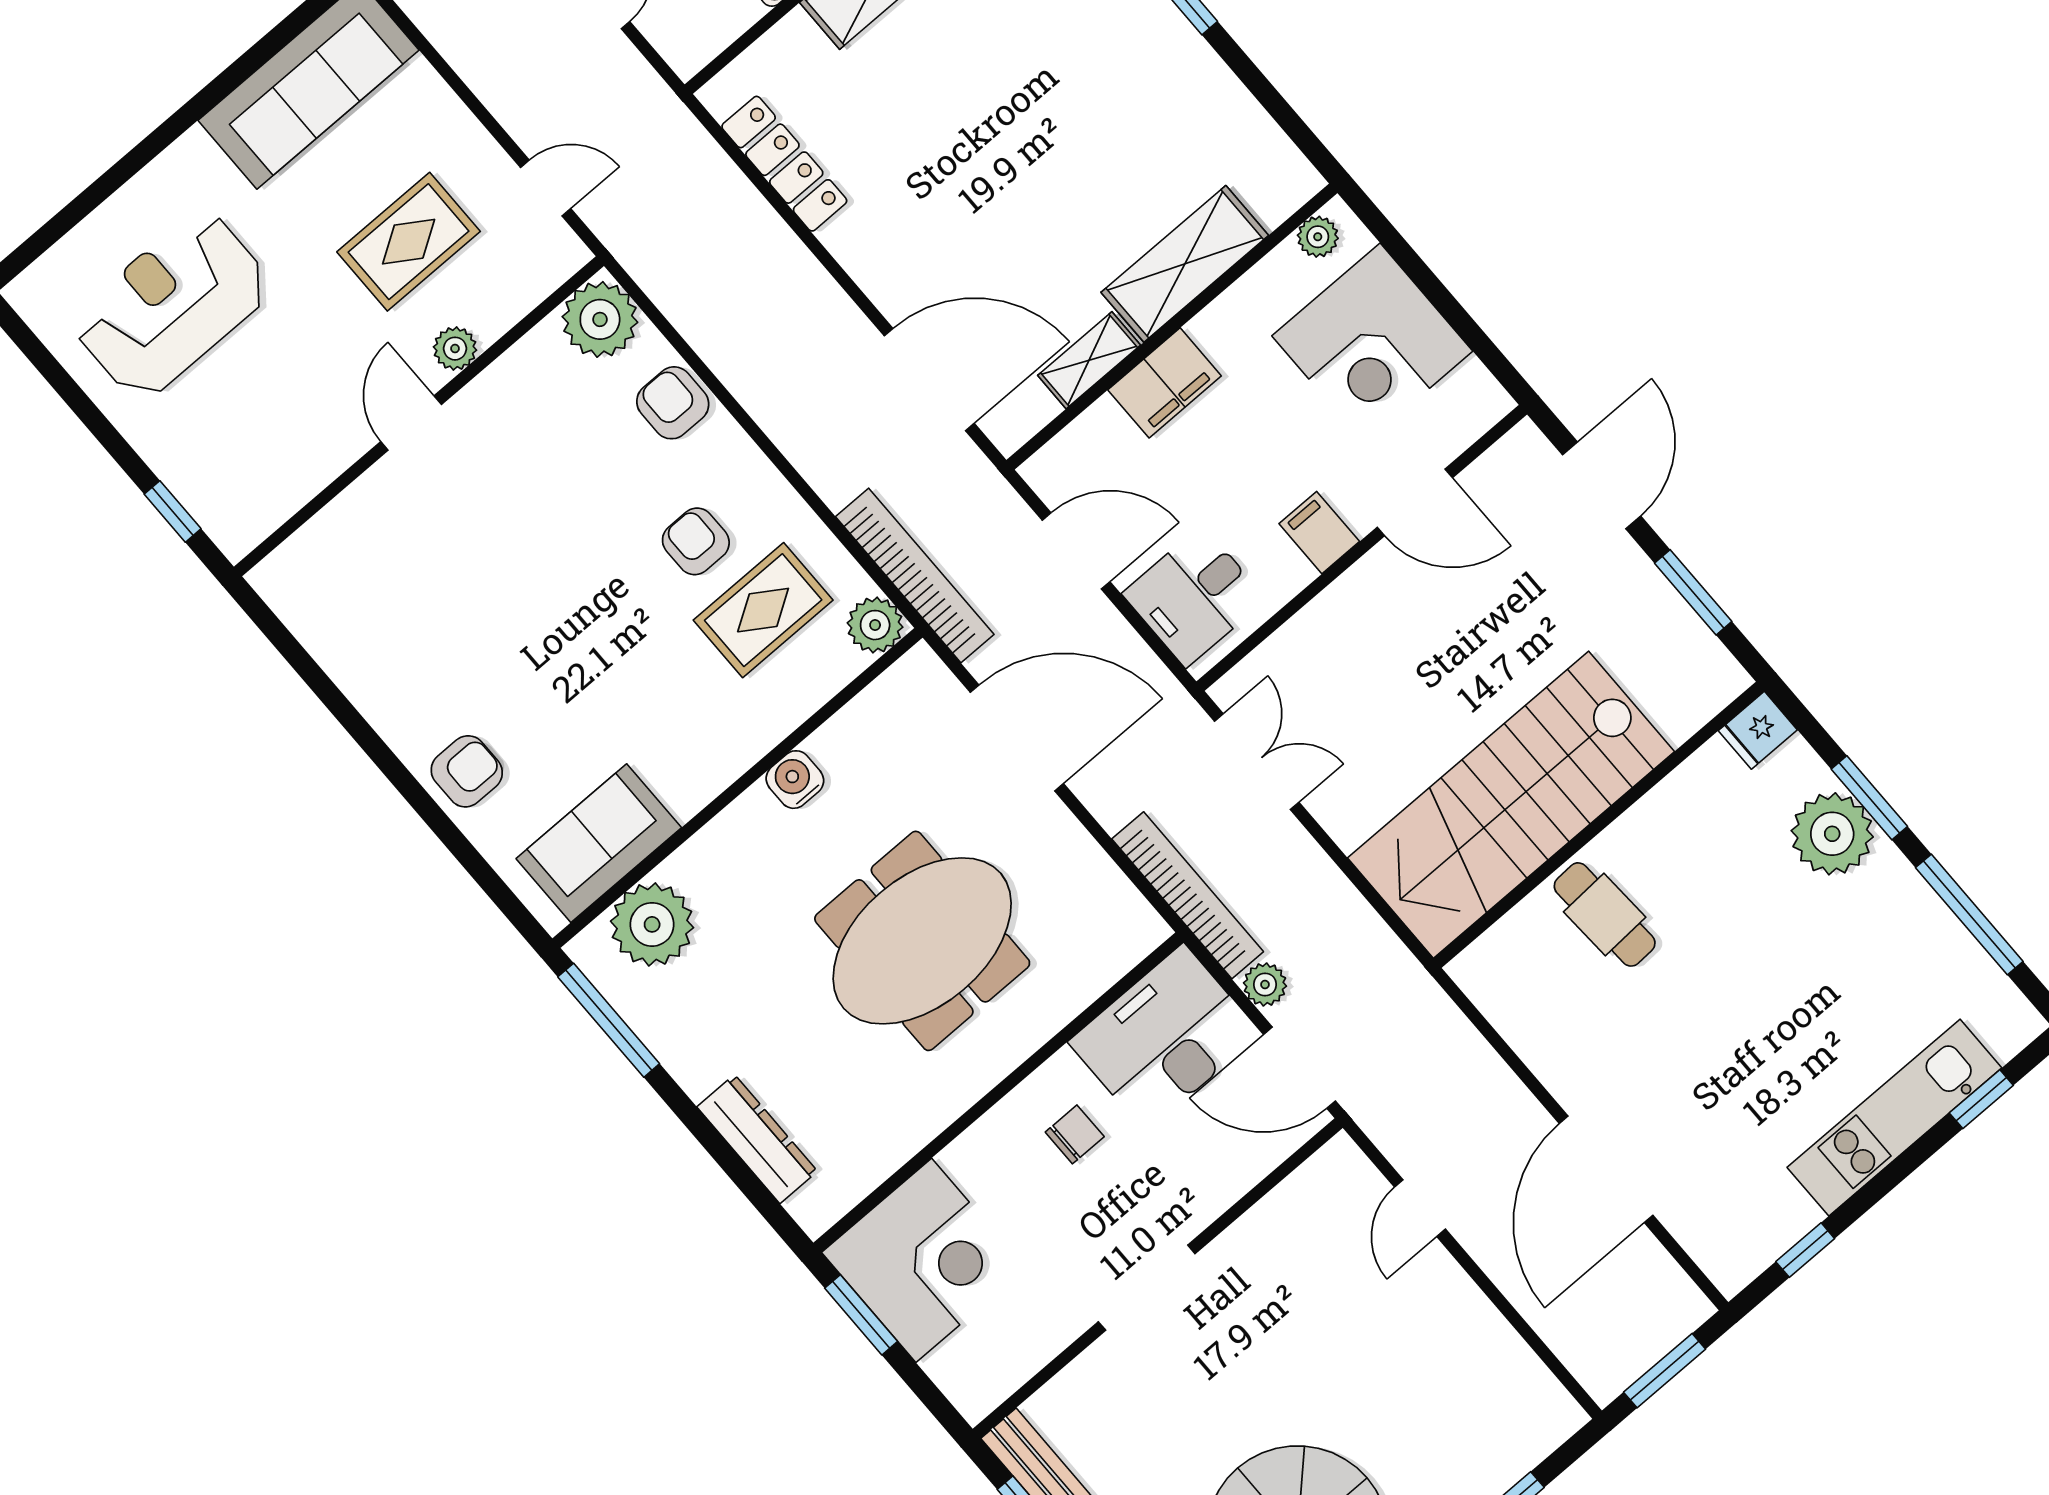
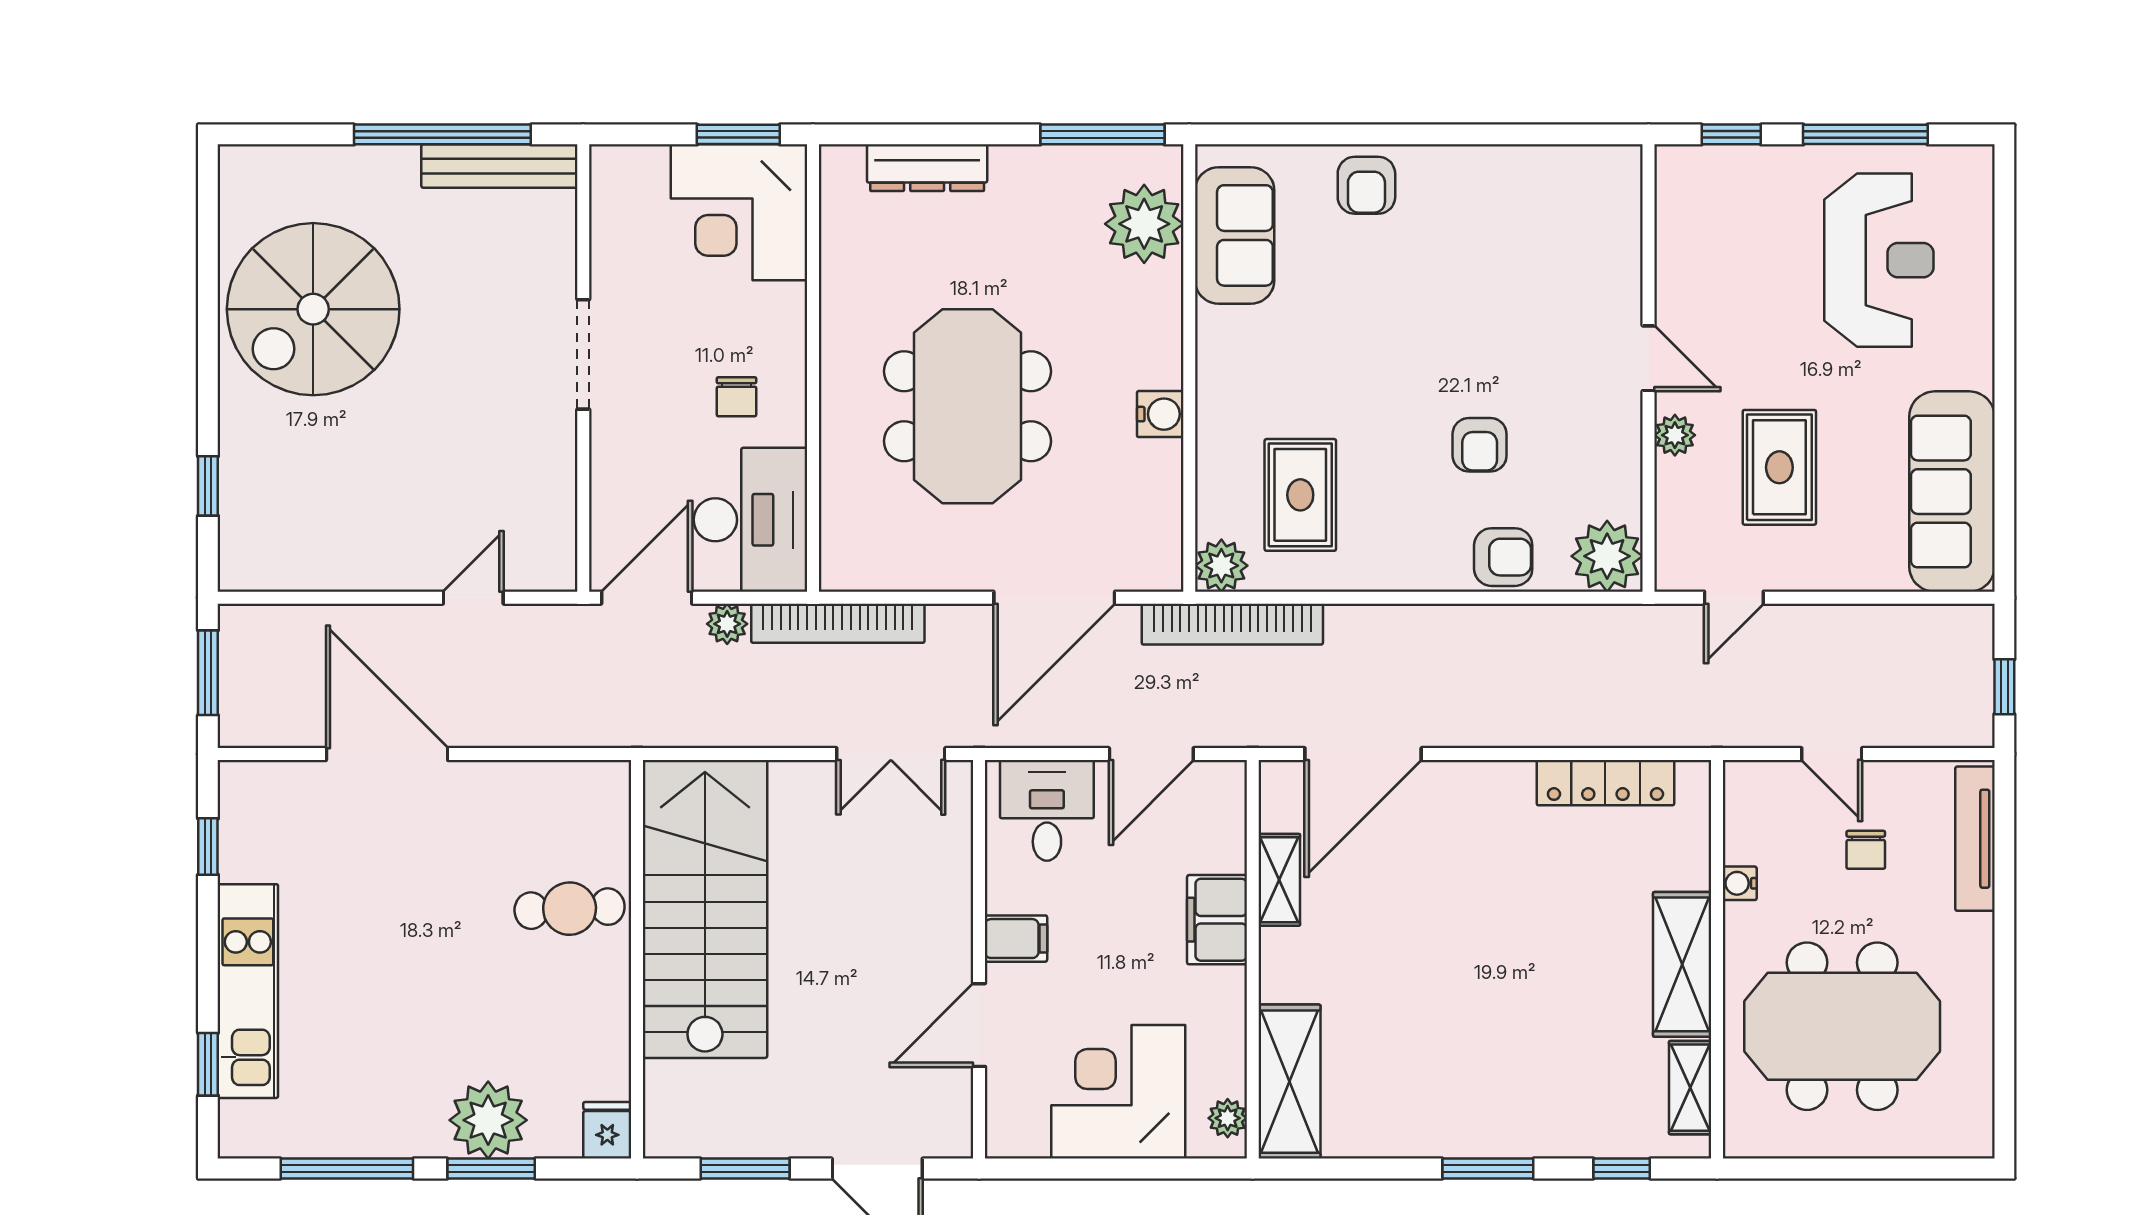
shelving: (1185, 264) -> (1289, 1082), moved
window: (80, 403) -> (1865, 134), added
armchair: (696, 541) -> (1480, 445), moved, turned 90
door: (1420, 1208) -> (473, 598), hinge flipped

